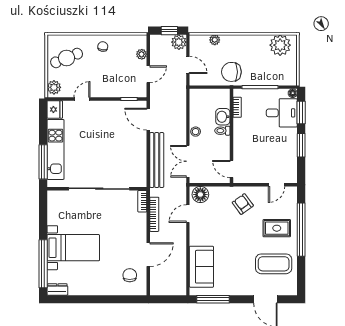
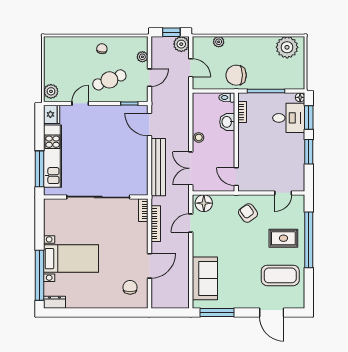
cafe table: (67, 58) -> (109, 80), moved
toilet: (222, 131) -> (227, 97), moved

